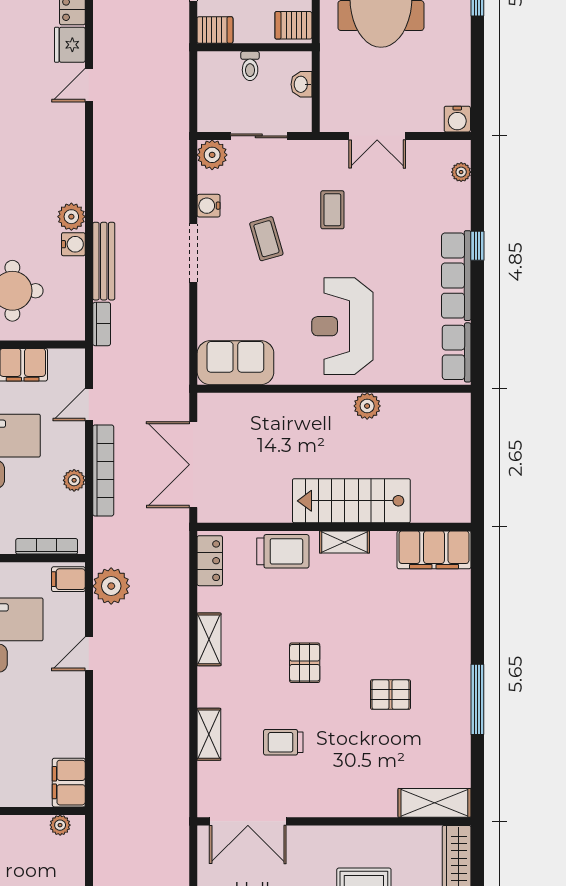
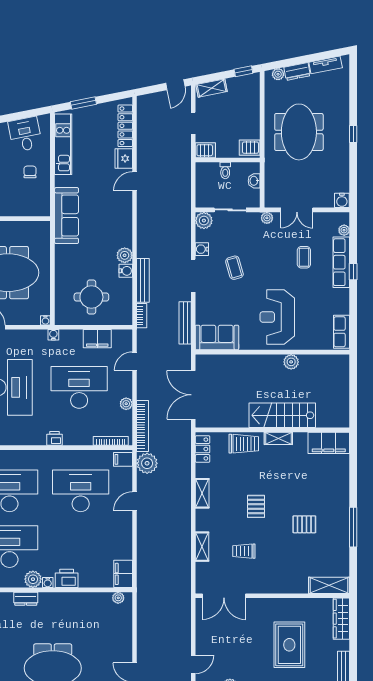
plant: (324, 150) -> (267, 218), added
coffee table: (332, 210) -> (304, 257), moved
row of seats: (456, 276) -> (341, 262), moved
bench: (179, 337) -> (185, 323), added
bookcase: (103, 470) -> (143, 426), moved

